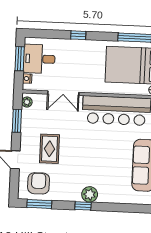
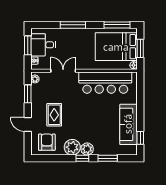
window: (78, 35) -> (73, 25), width x2.17
double door: (63, 93) -> (63, 71), swing flipped
plant: (71, 191) -> (72, 147), added
window: (39, 204) -> (108, 158), moved

